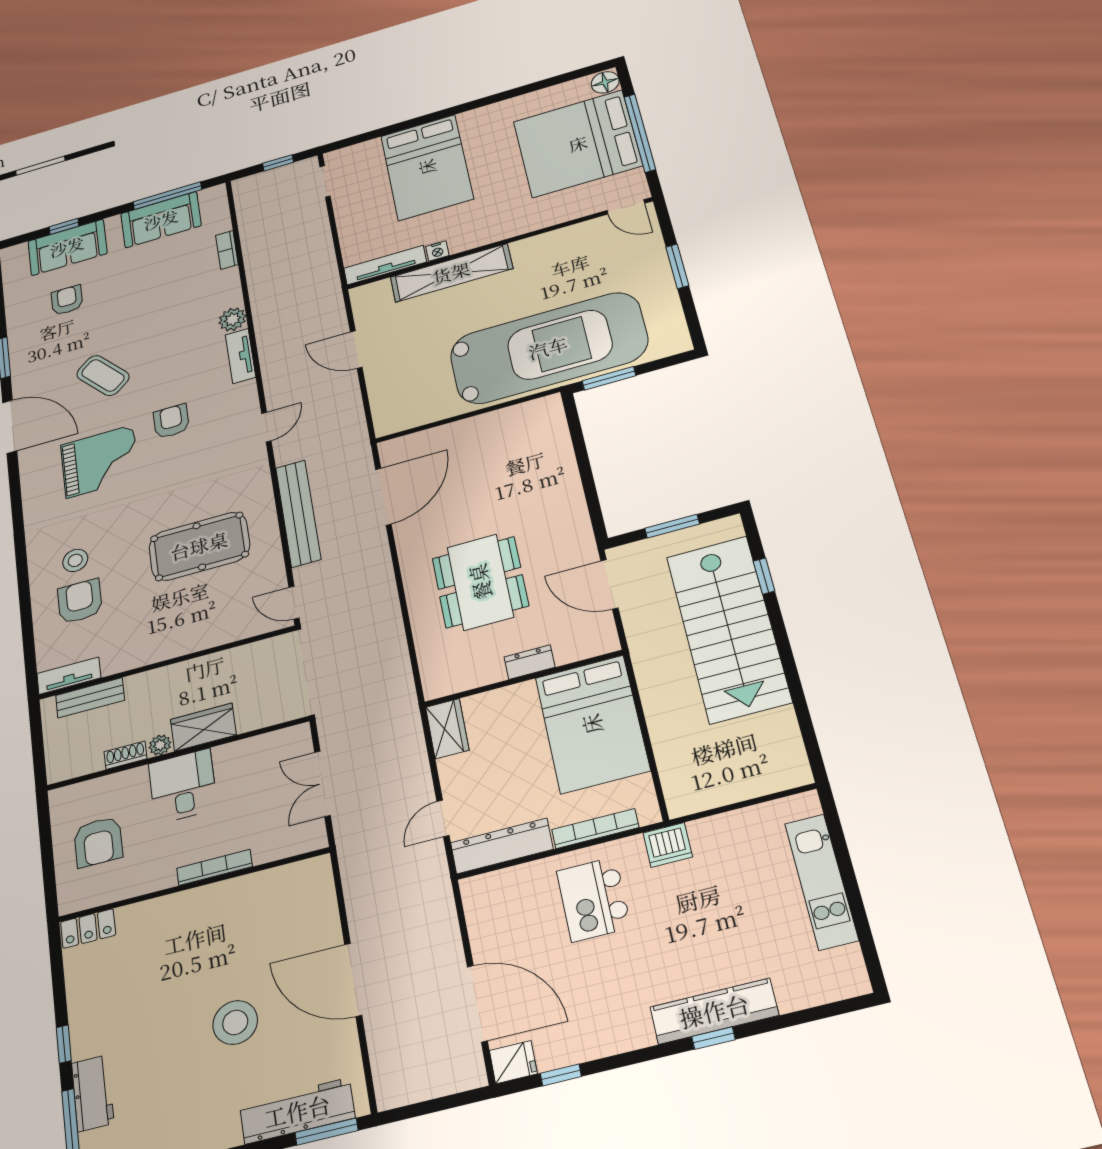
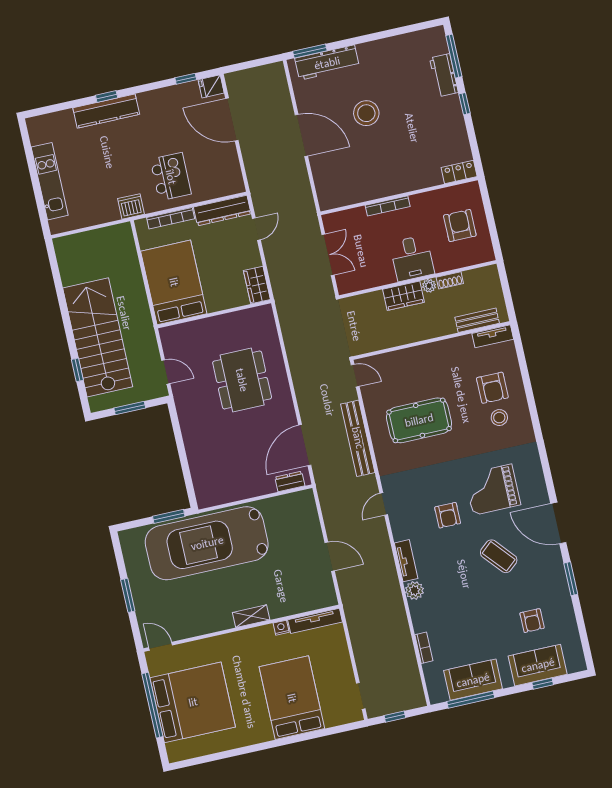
floor lamp: (605, 82) -> (176, 751), removed
shelving: (451, 273) -> (251, 616), width x0.45, depth x0.75
door: (609, 584) -> (166, 372), width x0.73
dresser: (529, 662) -> (290, 481), moved, turned 180

